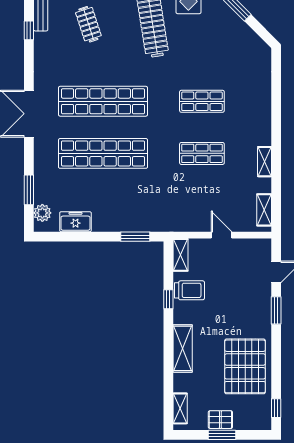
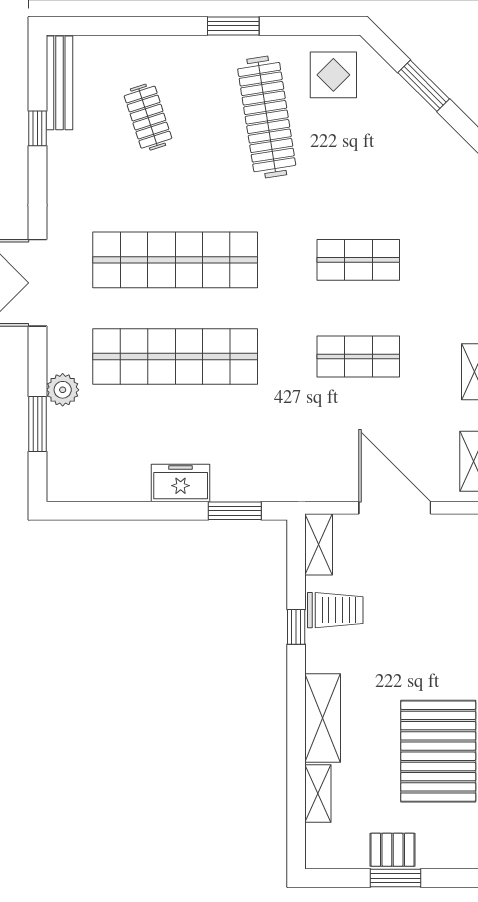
plant: (42, 213) -> (63, 390), moved
freezer: (75, 222) -> (181, 483), moved
door: (222, 235) -> (395, 508), width x1.87
shelving: (180, 408) -> (318, 794), moved

